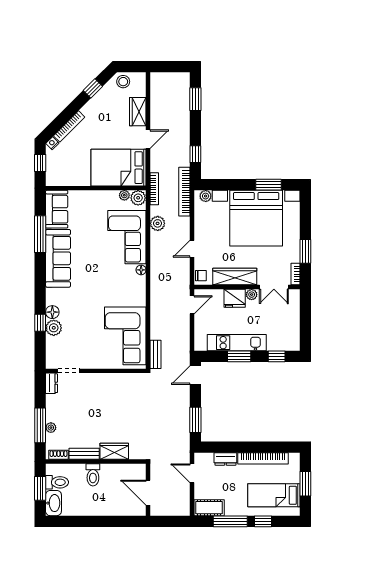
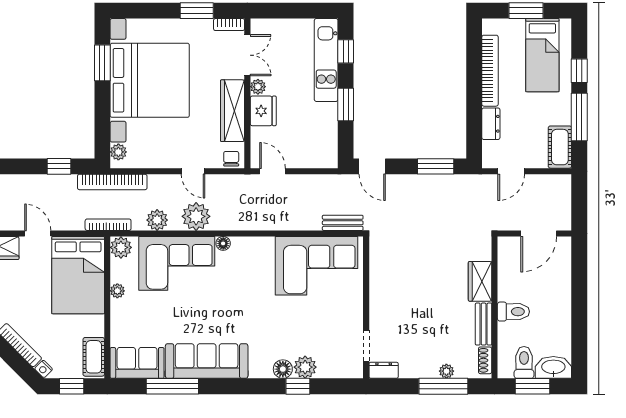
cot: (61, 179) -> (94, 357), added
plant: (124, 195) -> (117, 291), moved
plant: (160, 251) -> (196, 216), added
kitchen unit: (237, 343) -> (326, 60), moved

